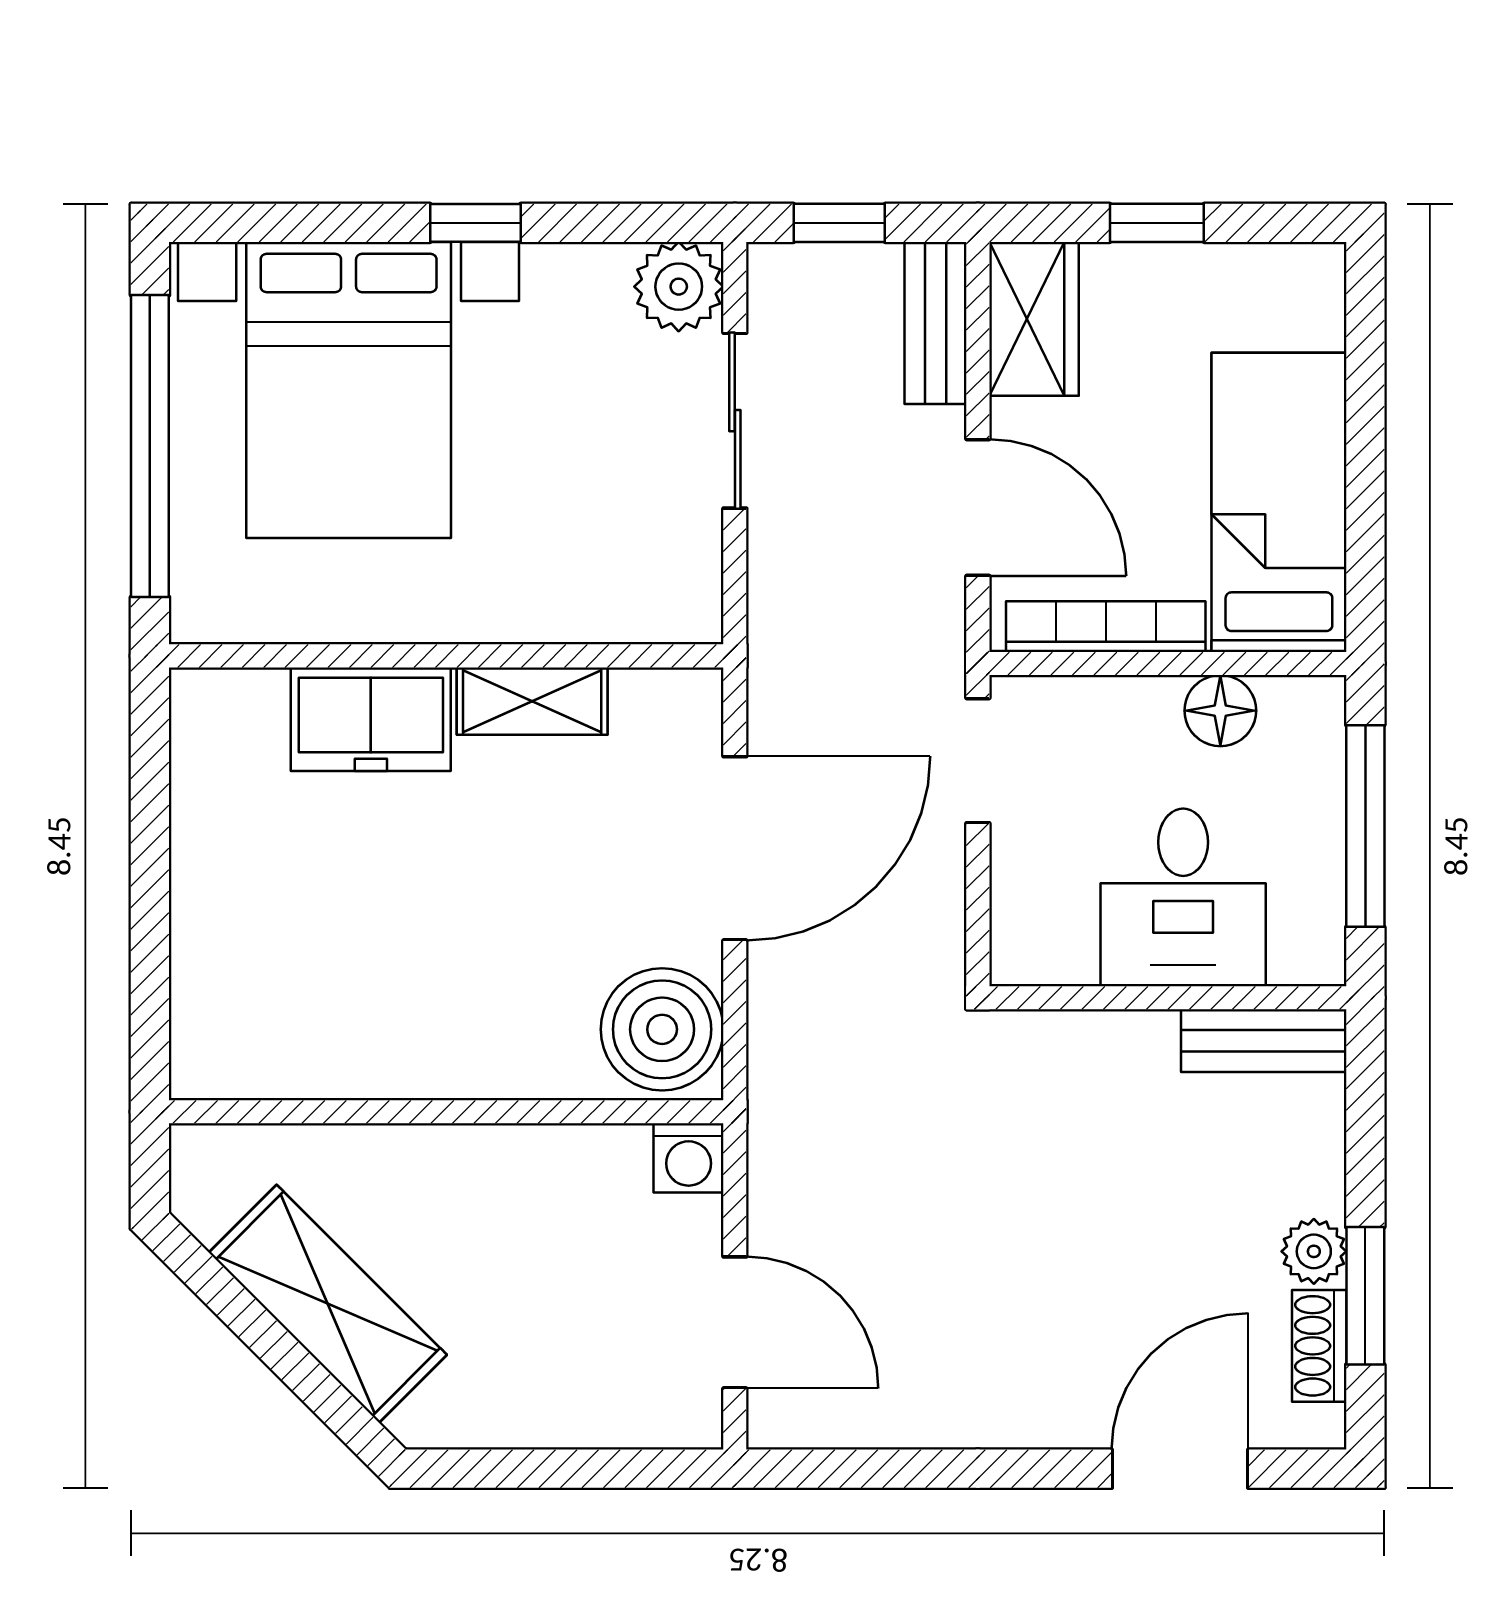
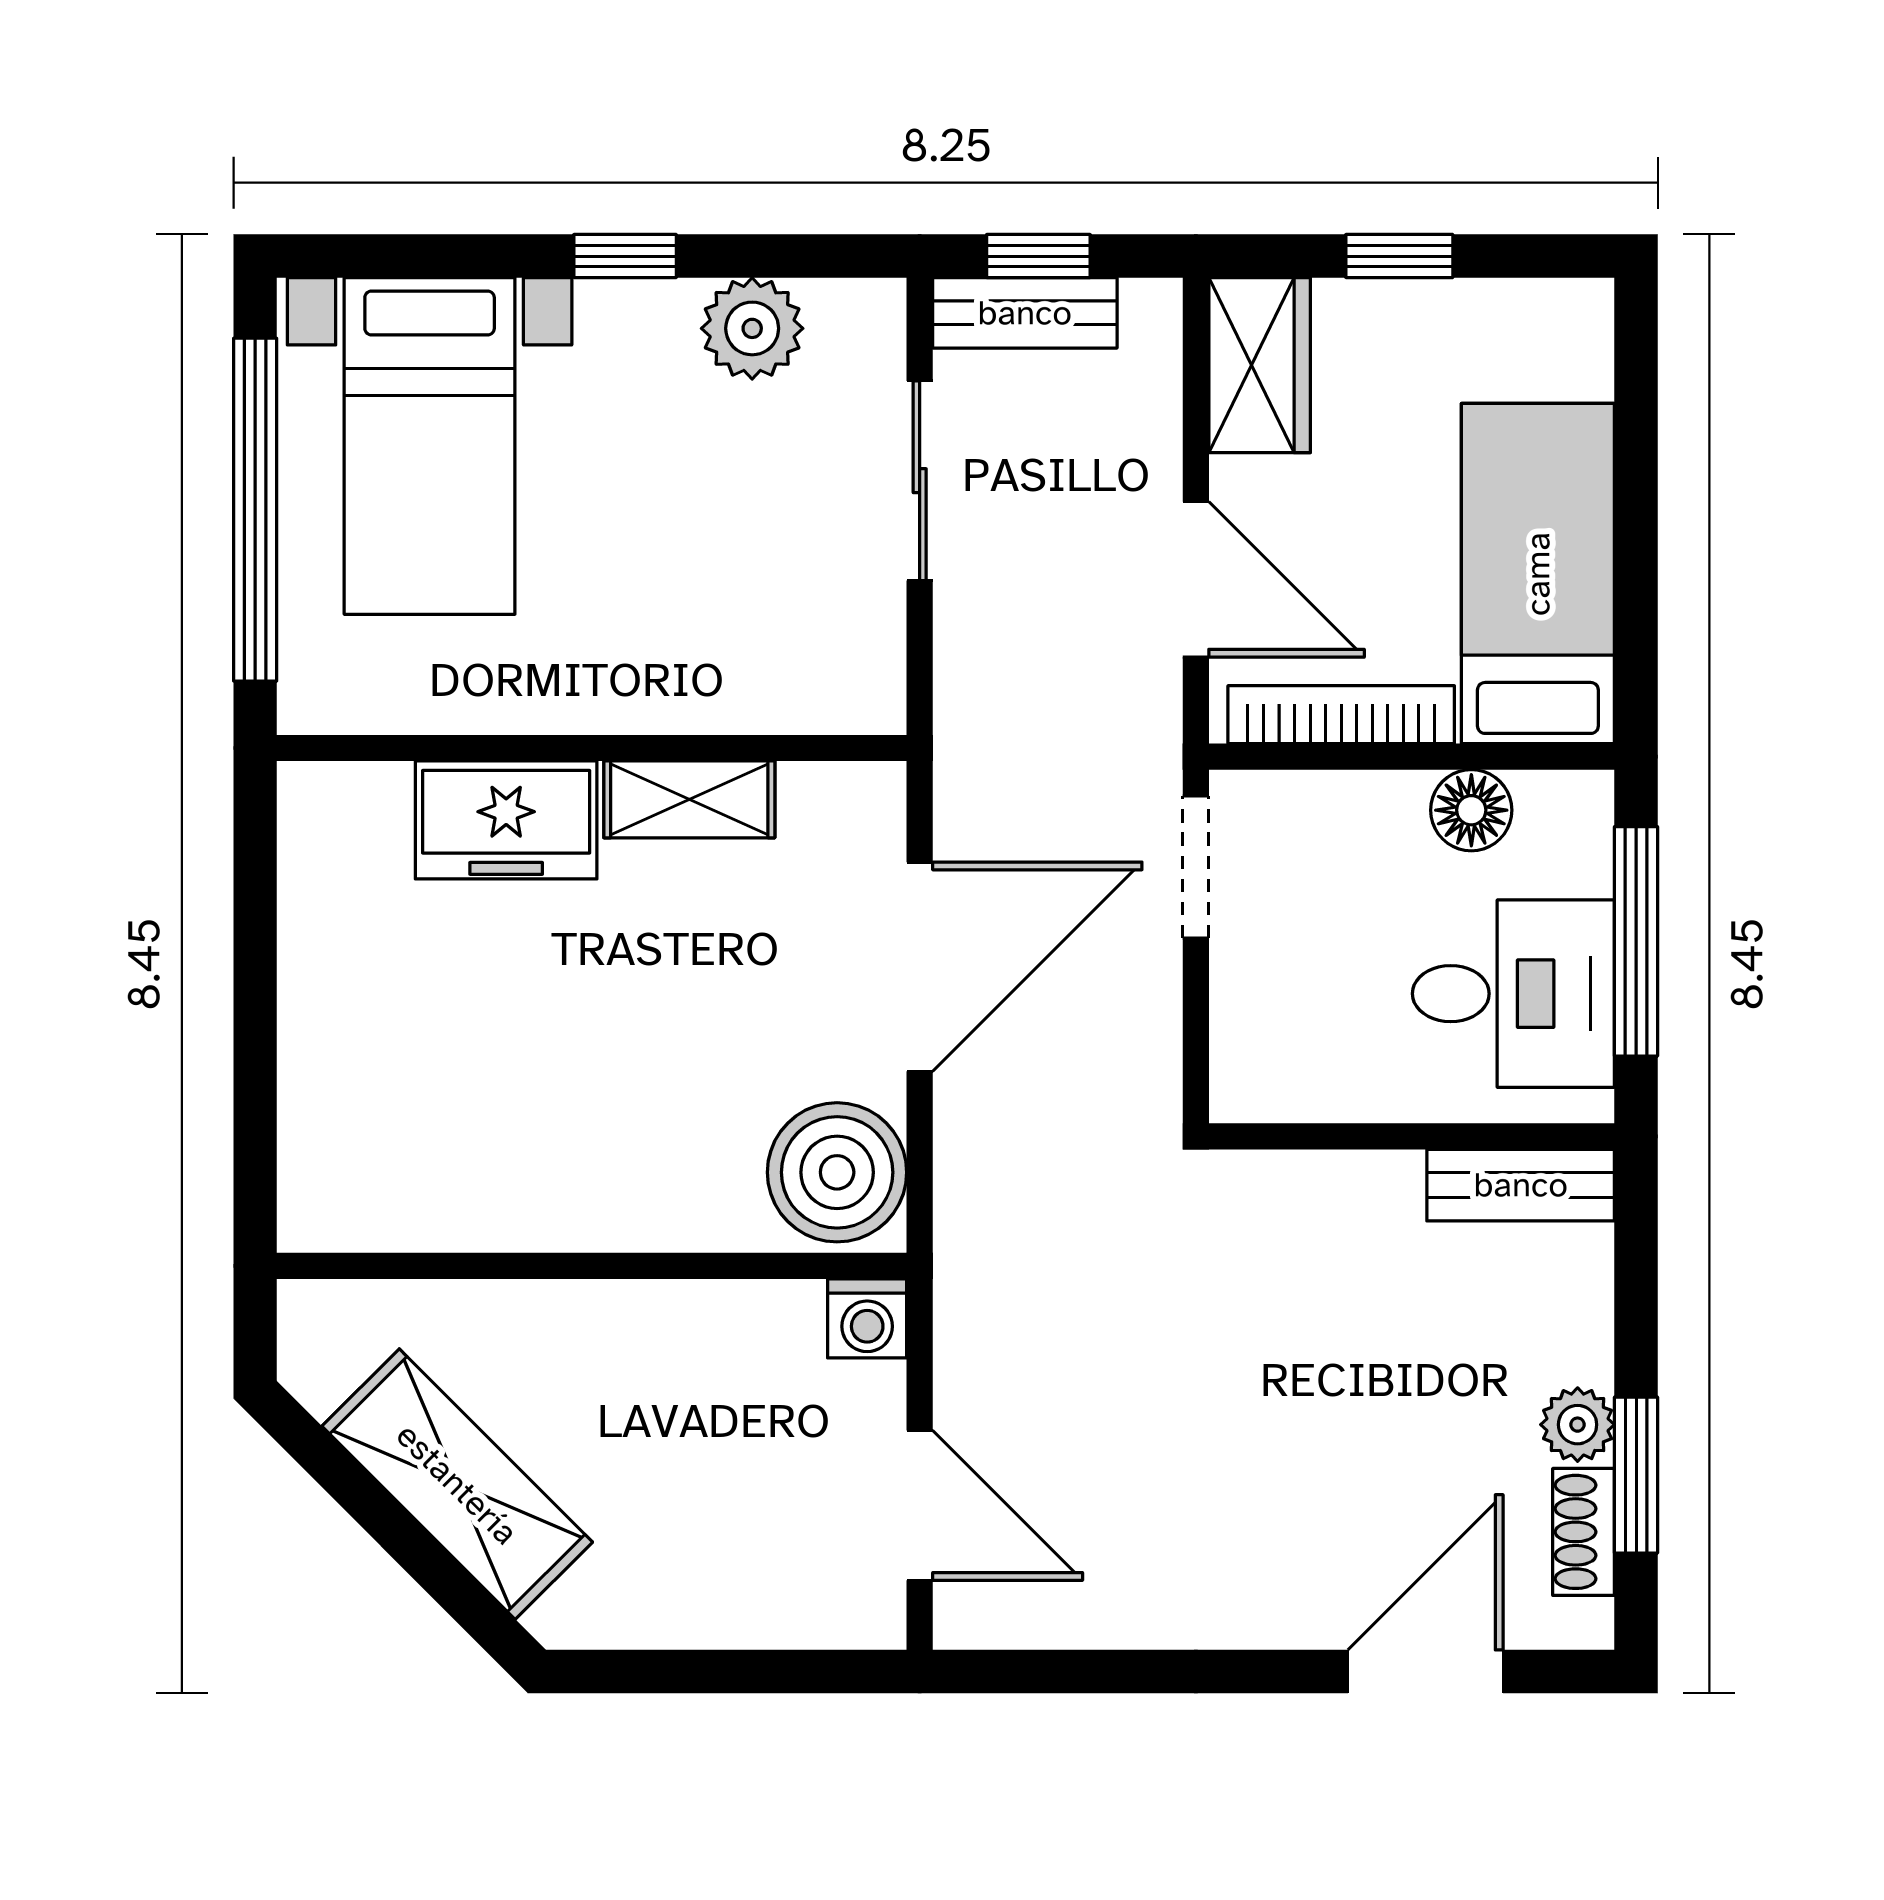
plant: (679, 287) -> (752, 328), moved
bench: (935, 323) -> (1025, 313), moved, turned 90
bed with nightstands: (349, 390) -> (430, 446), width x0.73
desk: (1183, 897) -> (1513, 994), moved, turned -90

